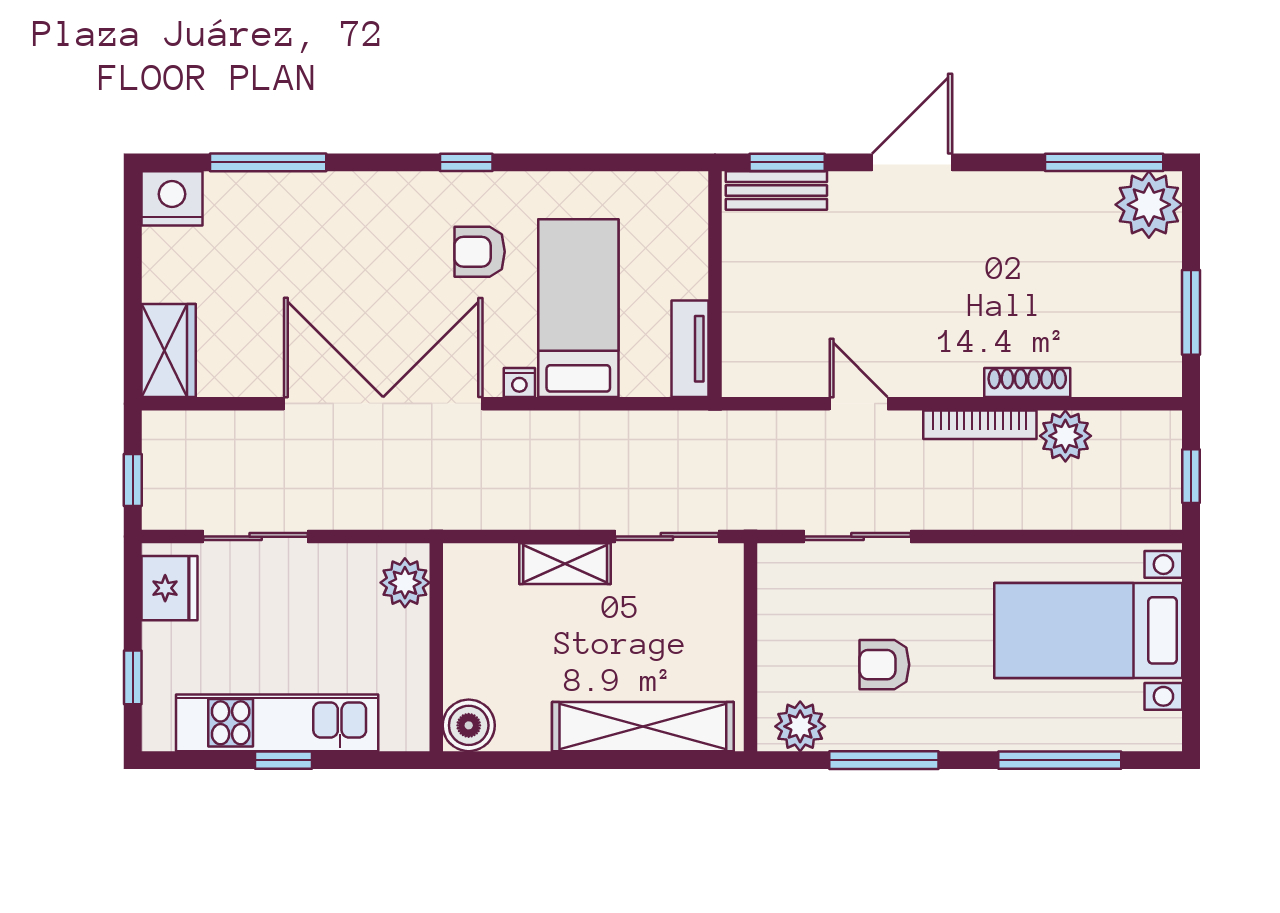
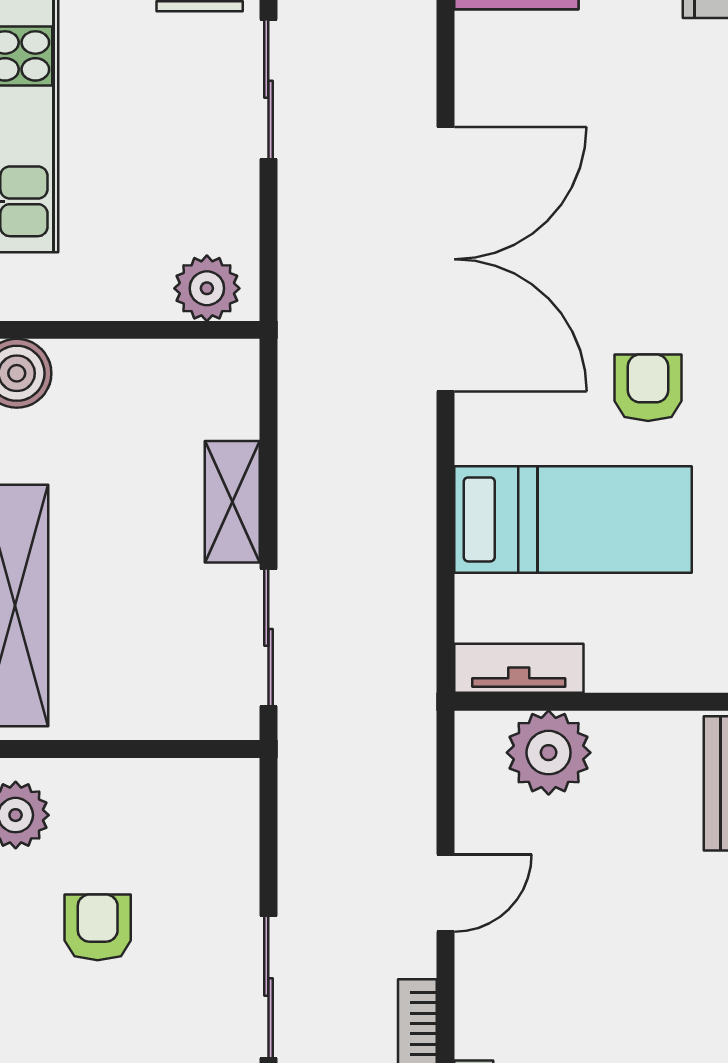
plant: (753, 326) -> (549, 753), added
nightstand: (519, 382) -> (474, 441), removed
sliding door: (858, 537) -> (268, 987), moved

